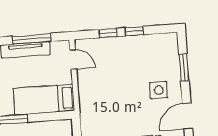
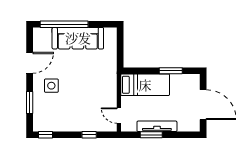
window: (135, 31) -> (45, 135), moved
window: (32, 39) -> (151, 135), width x0.69

